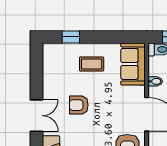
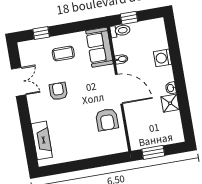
armchair: (79, 105) -> (58, 91), turned 90
double door: (37, 116) -> (19, 82), moved

